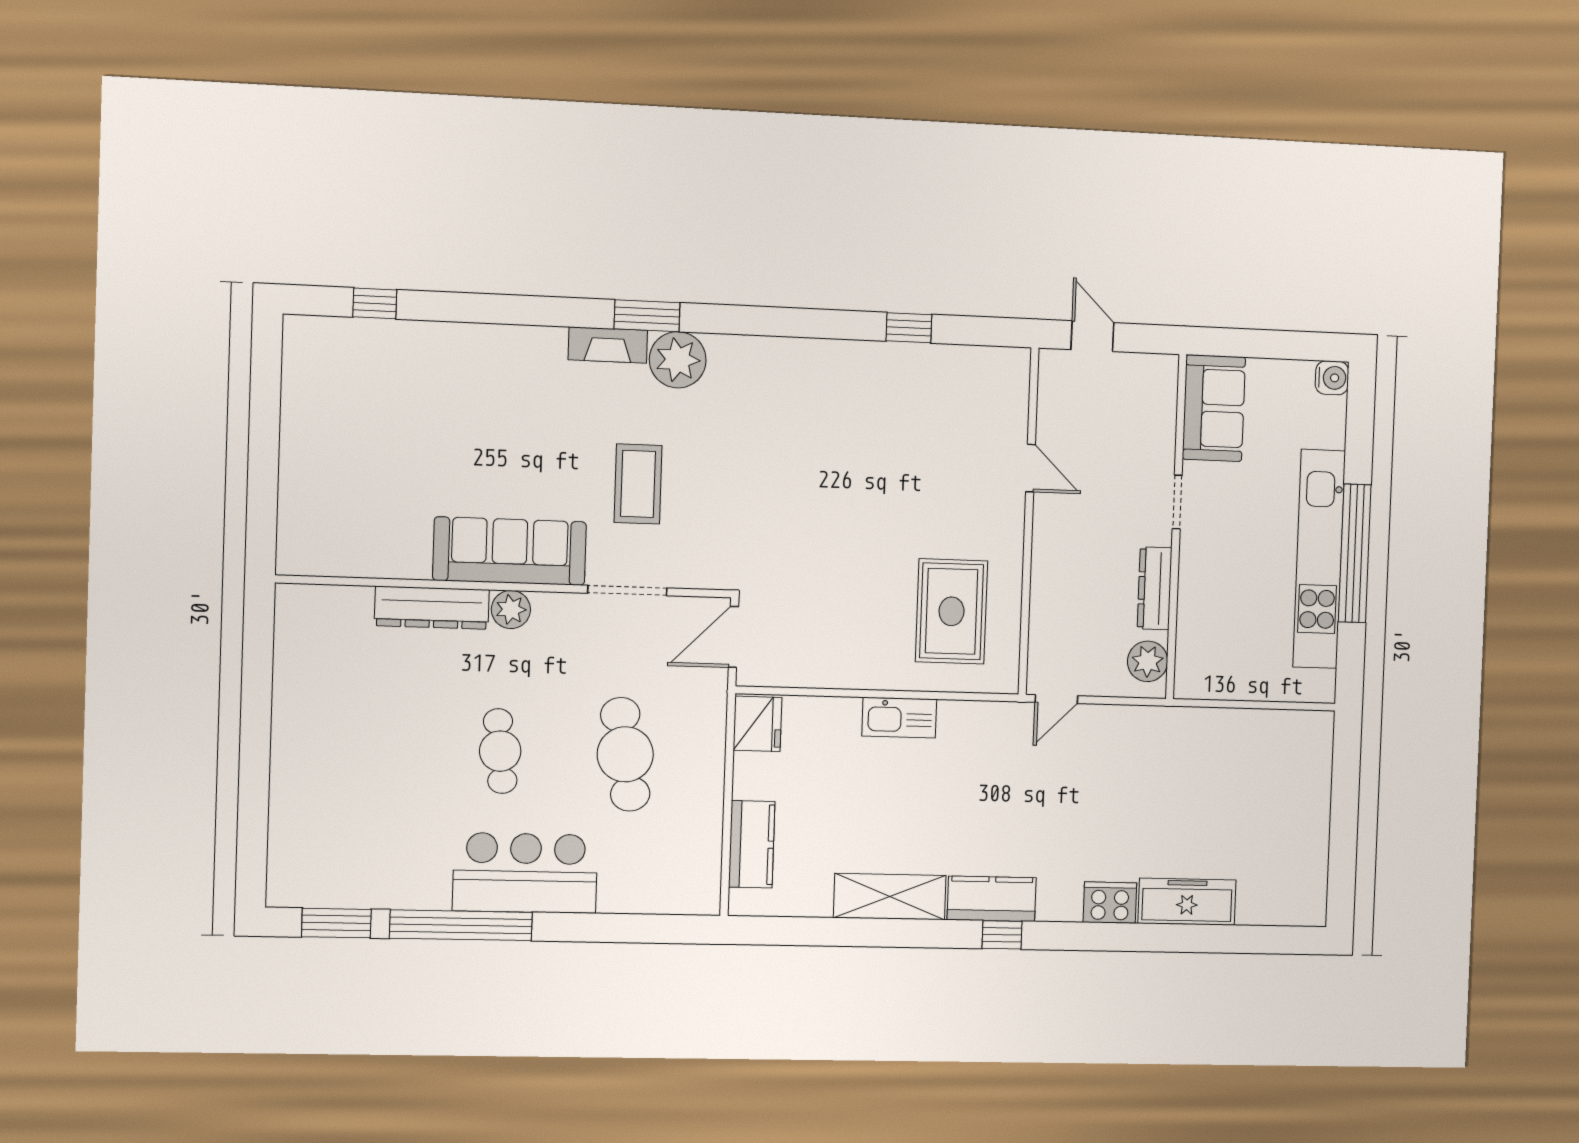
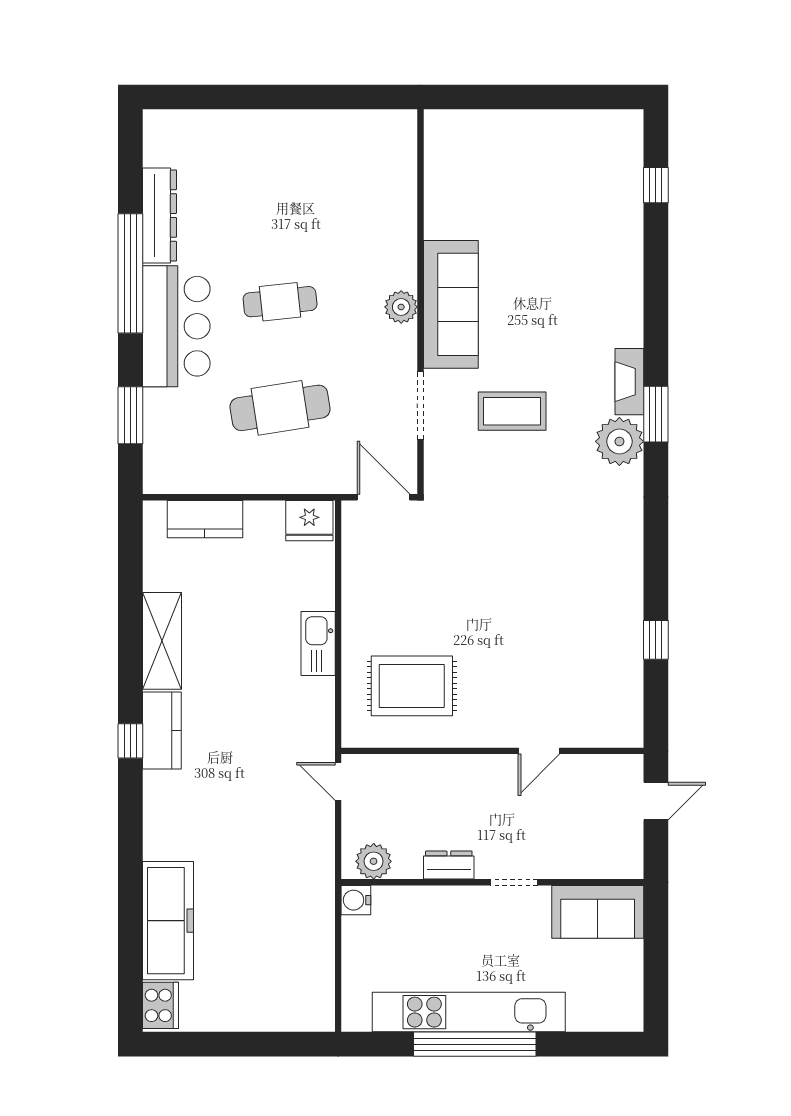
water cooler: (1332, 378) -> (356, 900), moved, turned 90
dresser: (1155, 588) -> (449, 865), width x0.70
dresser: (432, 608) -> (159, 215), moved, turned 180
freezer: (1187, 902) -> (168, 921), width x1.36, depth x1.26
cooker: (1110, 903) -> (160, 1005), moved
window: (336, 923) -> (130, 415), moved

